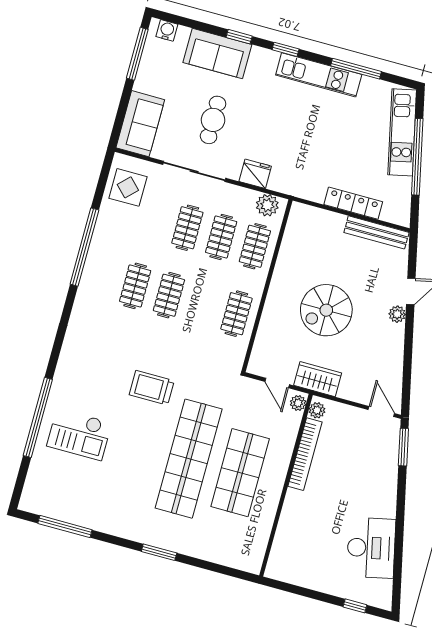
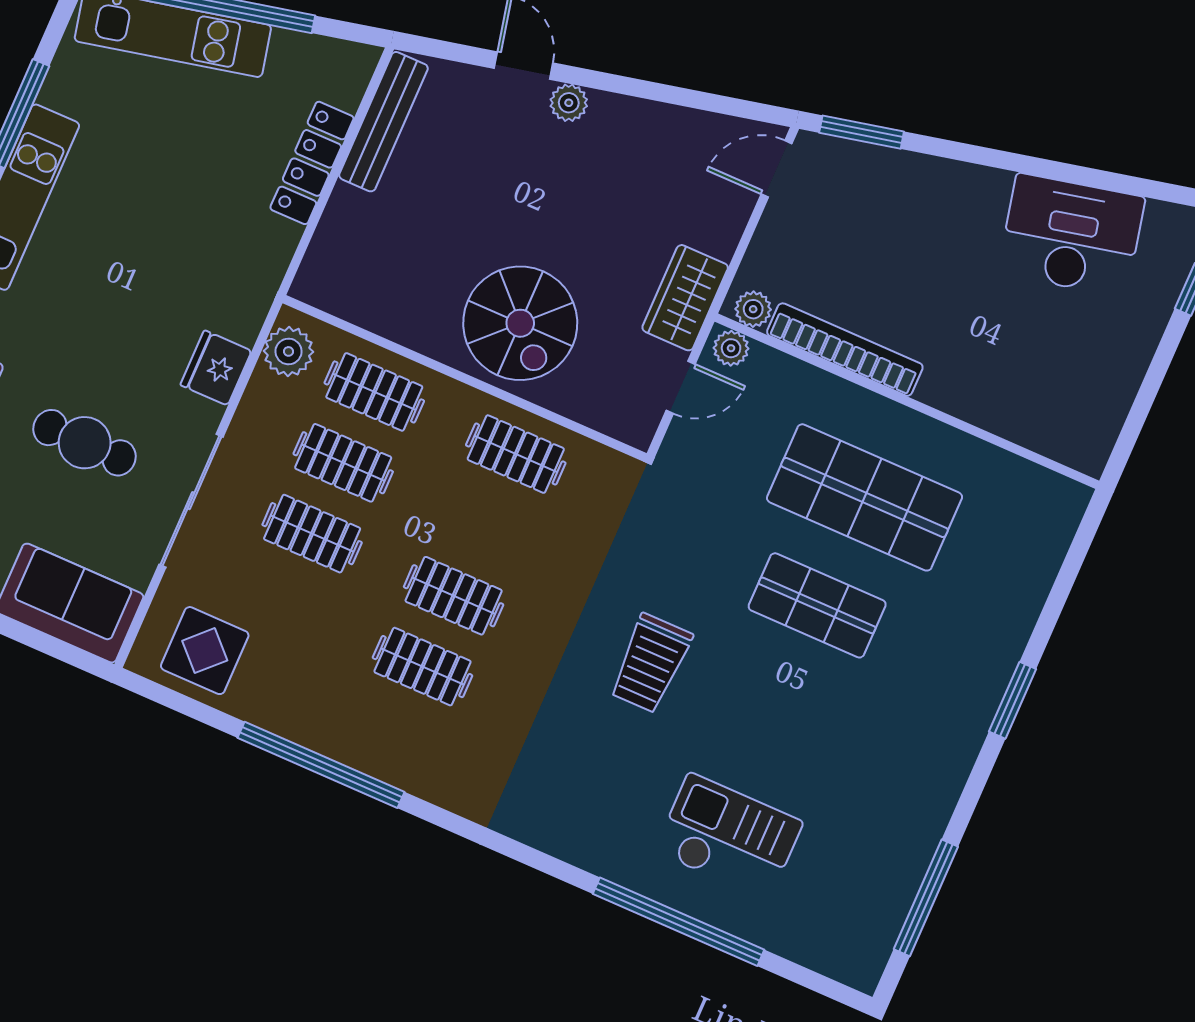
spiral stairs: (326, 310) -> (520, 323), moved
checkout: (79, 434) -> (729, 837), turned -90
shop shelf: (189, 459) -> (817, 605), width x0.50, depth x0.74

